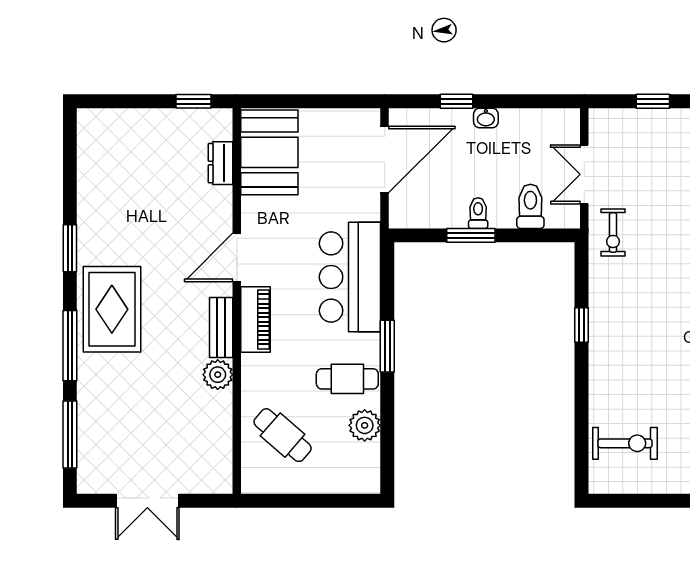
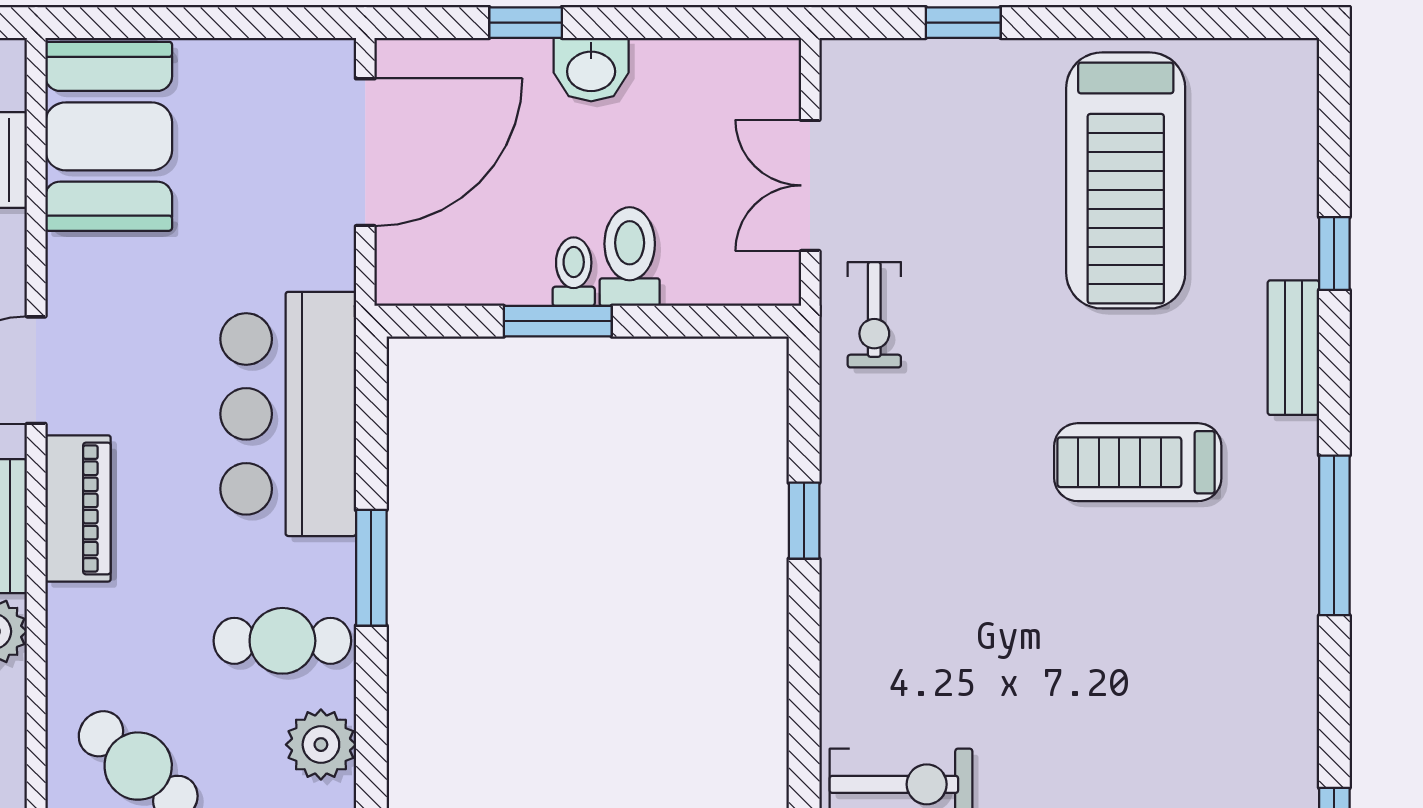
washbasin: (486, 118) -> (591, 70), width x1.38, depth x1.45
toilet: (530, 206) -> (630, 257), moved

